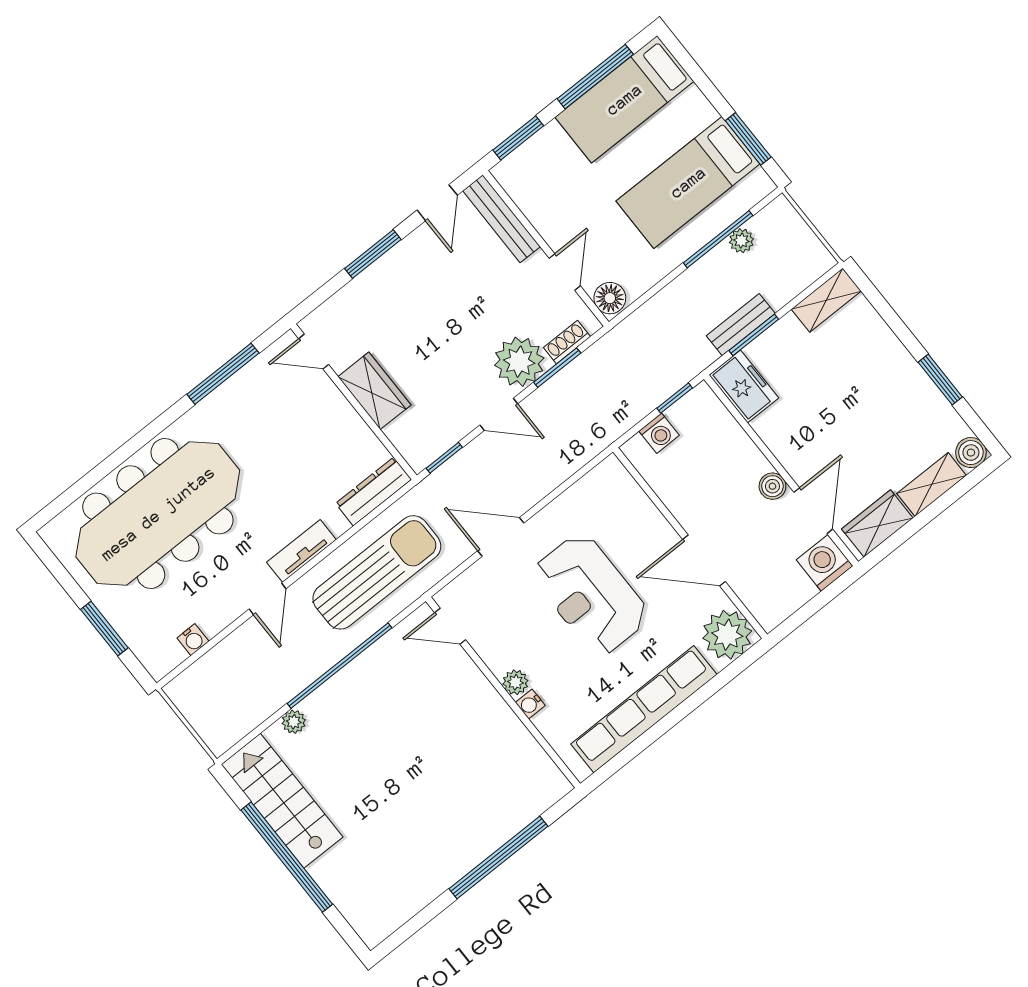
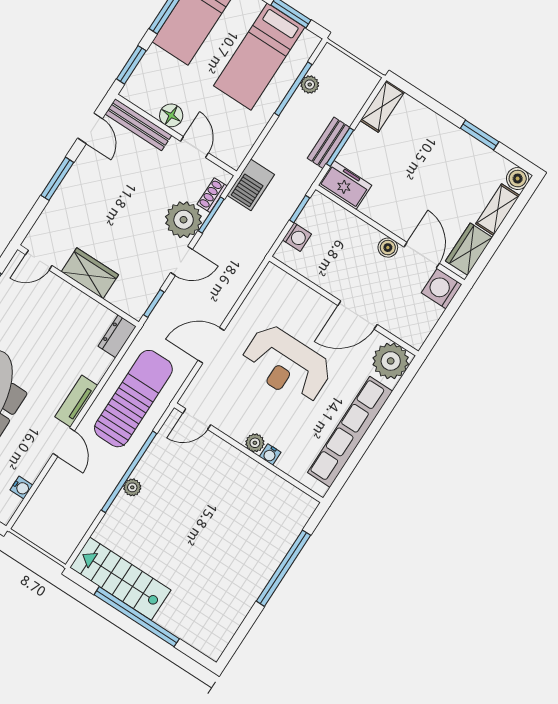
floor lamp: (610, 298) -> (171, 115), moved
barbecue: (621, 345) -> (251, 185), added
dresser: (374, 491) -> (117, 336), width x0.70
plant: (294, 722) -> (132, 487), moved

